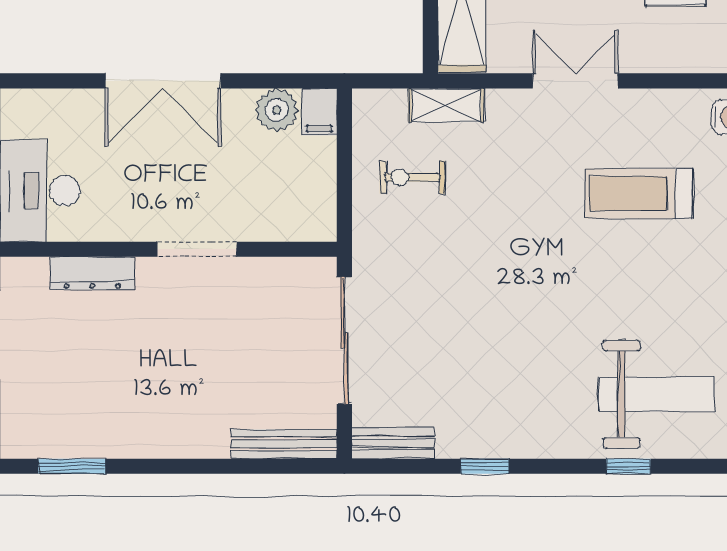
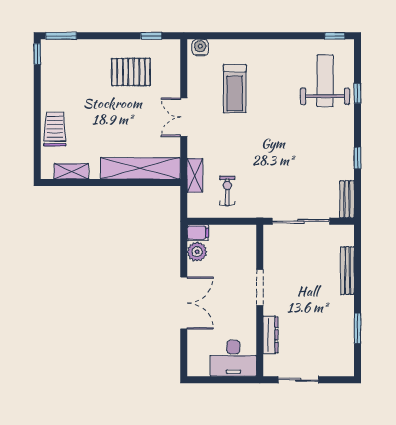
exercise bike: (412, 177) -> (227, 191), turned 180
bench: (284, 444) -> (347, 271), moved
window: (72, 466) -> (357, 328), moved

